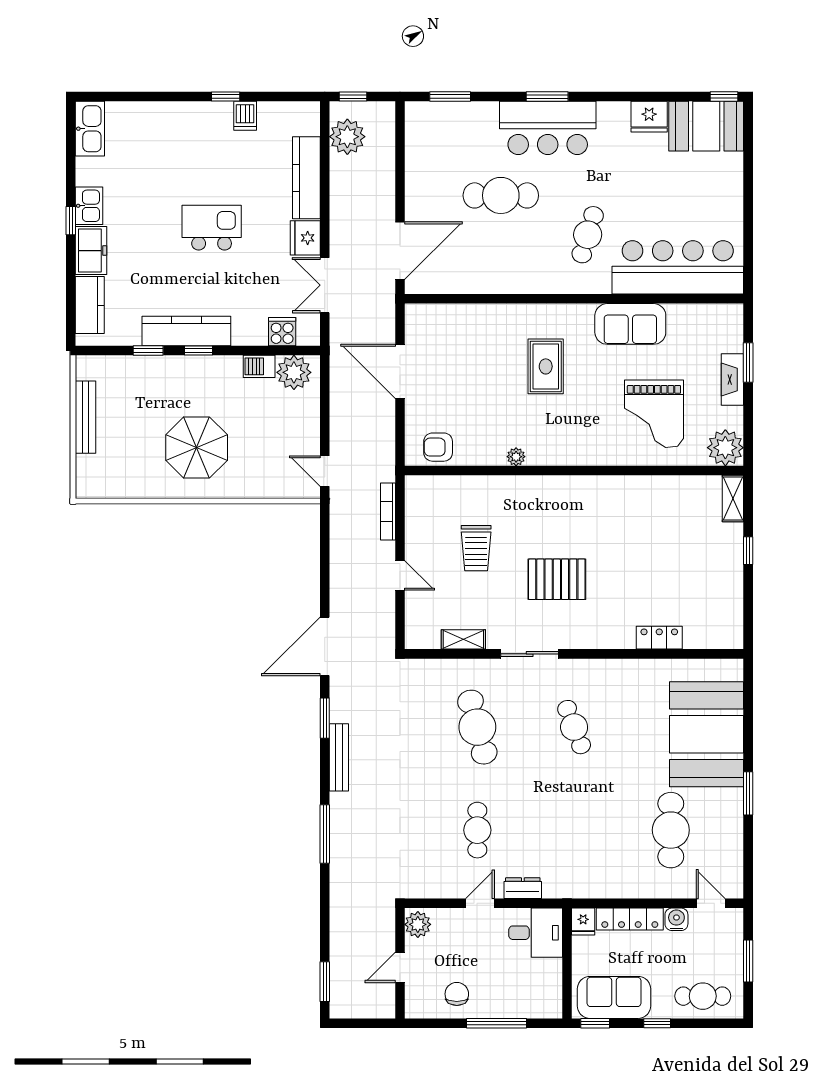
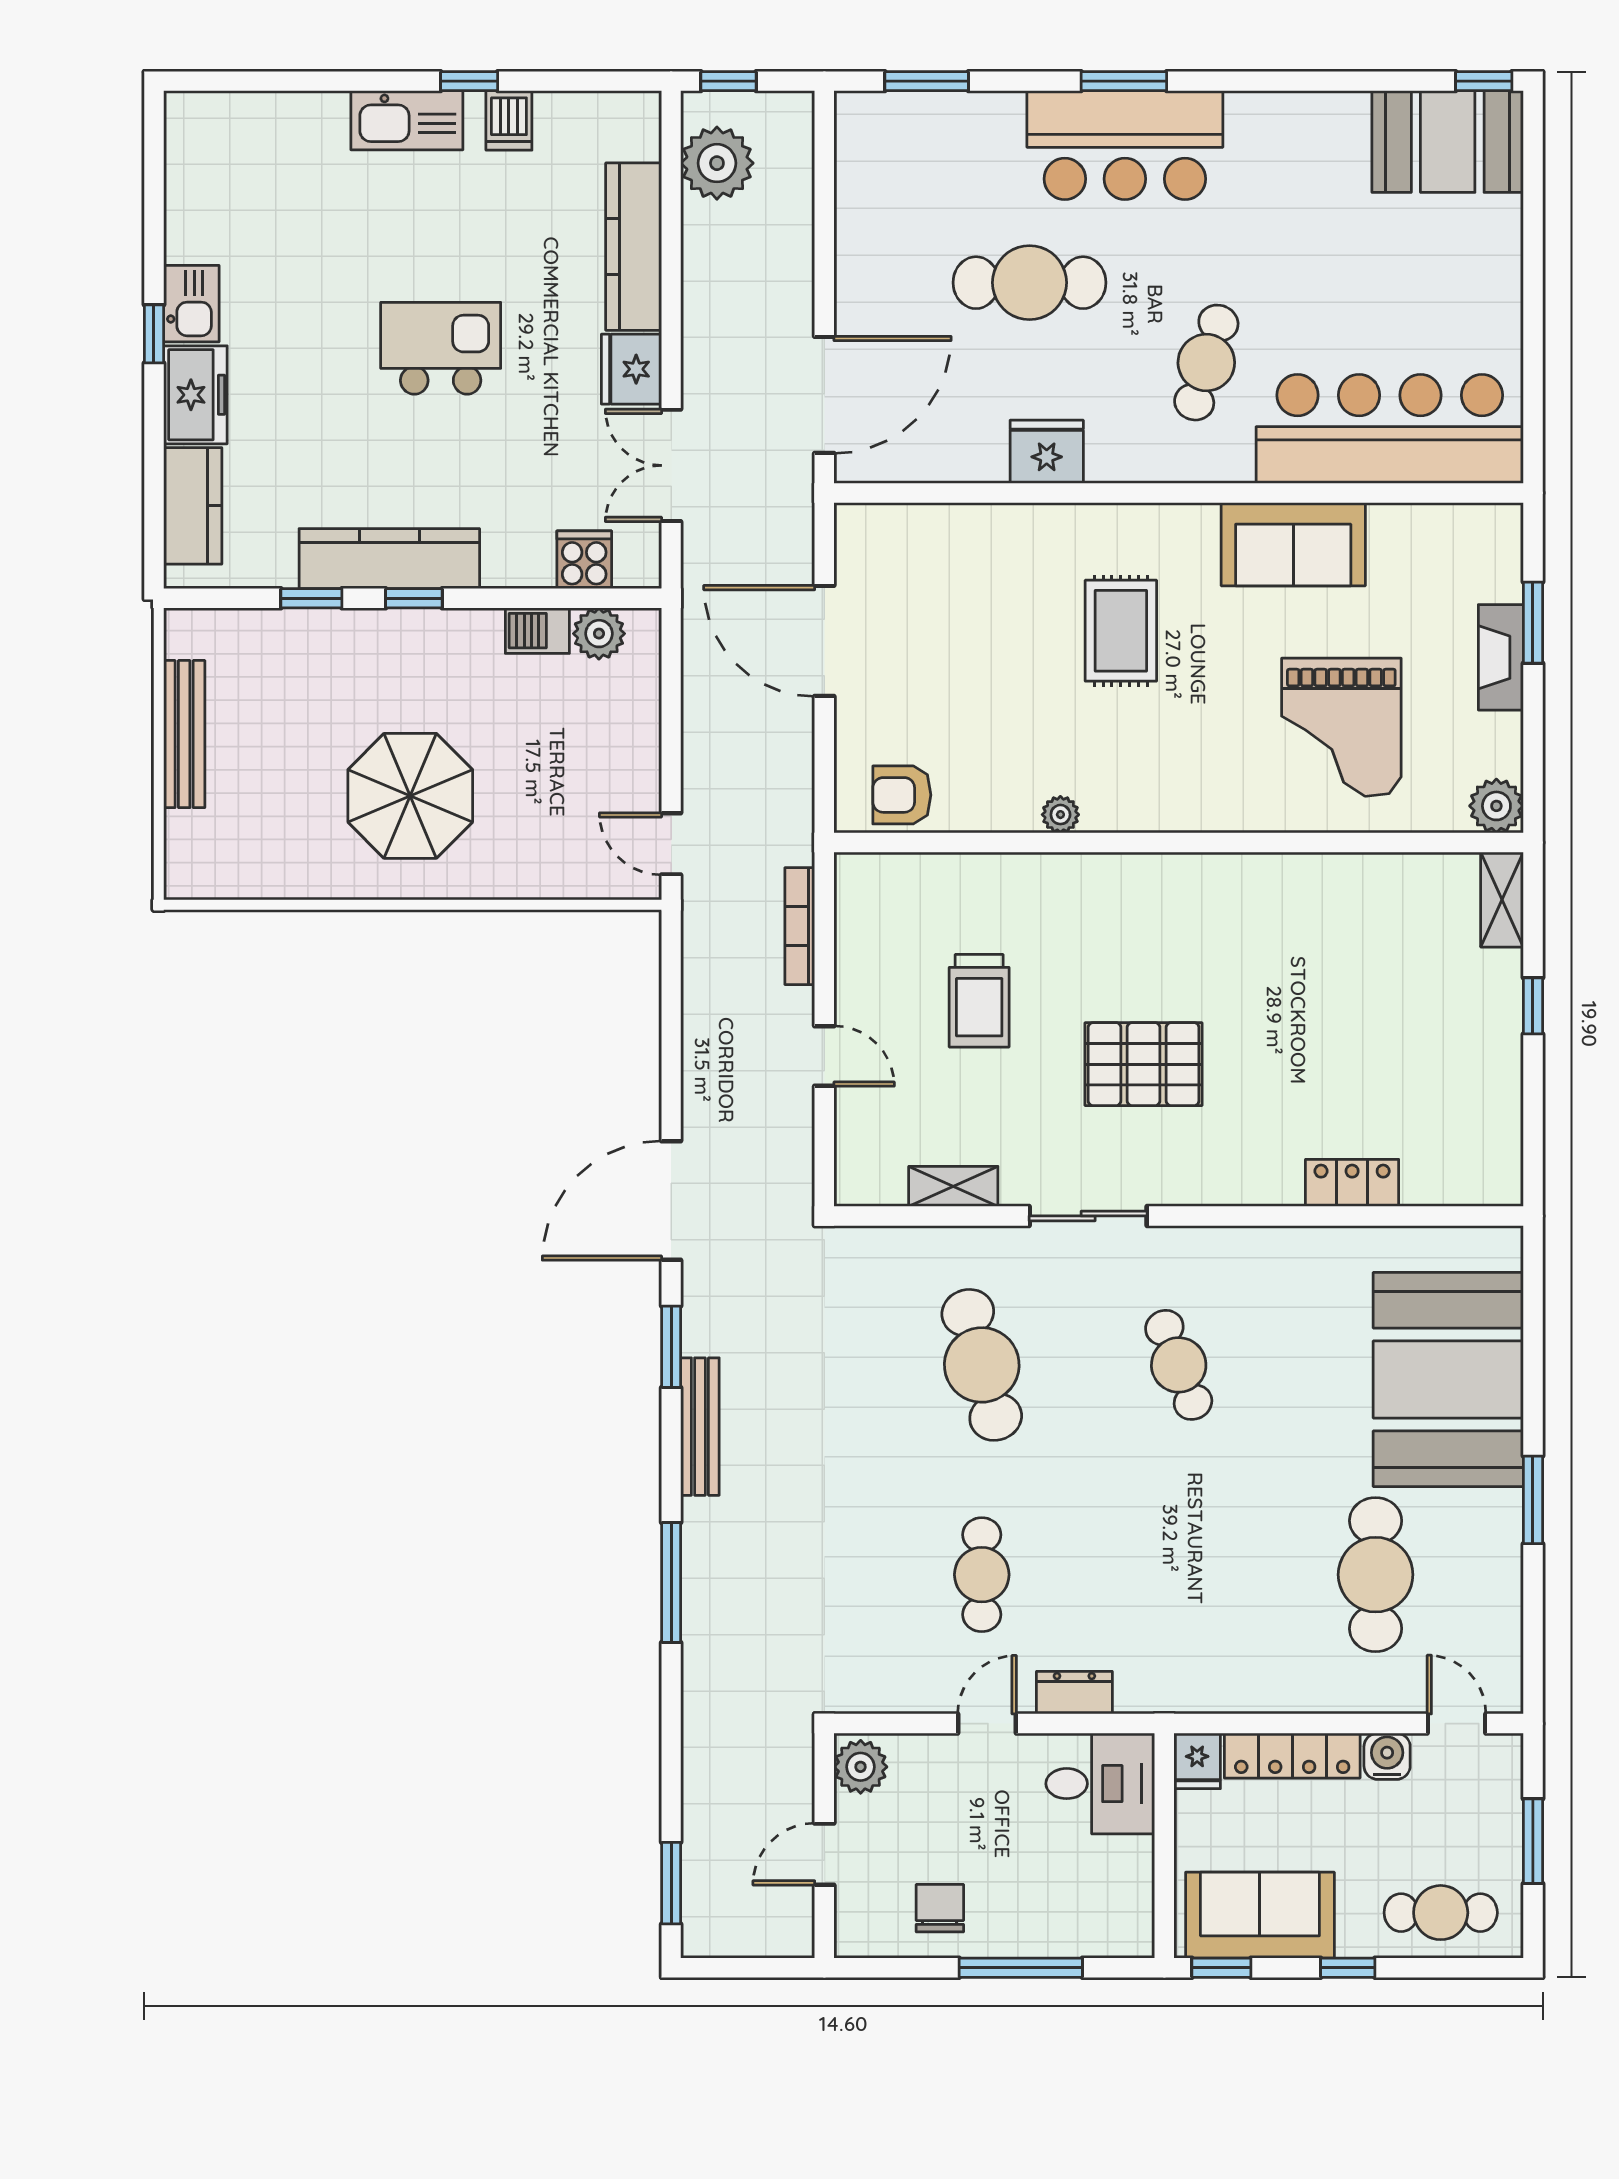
fridge: (649, 117) -> (1047, 452), moved, turned 180
kitchen sink: (90, 129) -> (407, 120), moved, turned 90
plant: (294, 372) -> (599, 634), width x0.73, depth x0.73
plant: (725, 448) -> (1496, 806), width x0.73, depth x0.73

